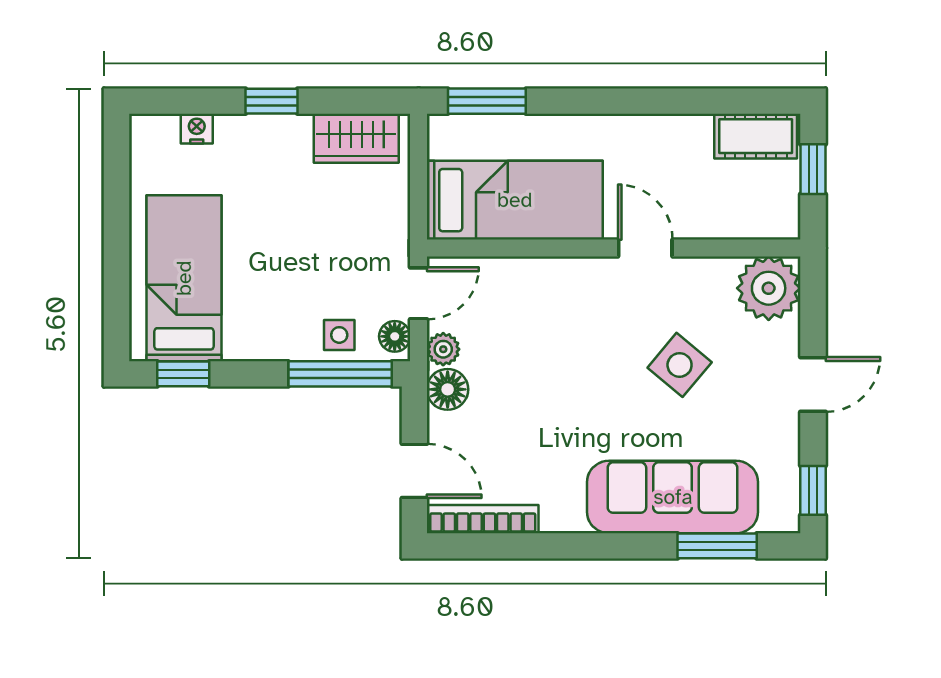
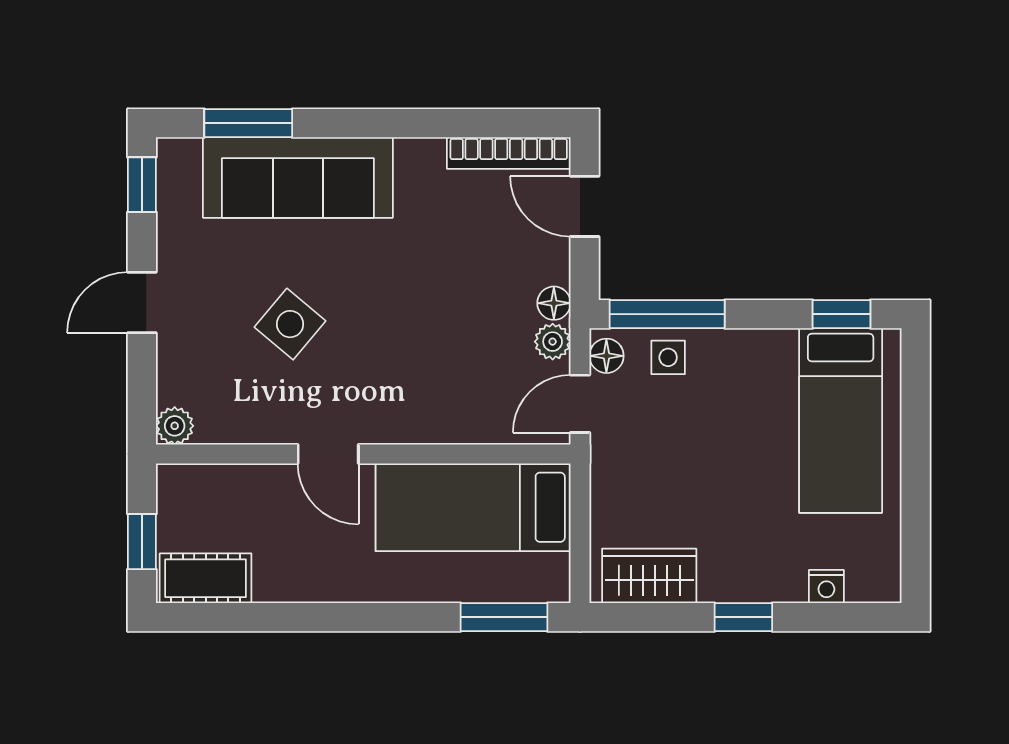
plant: (769, 288) -> (175, 426), width x0.53, depth x0.53
floor lamp: (448, 389) -> (554, 303), width x0.73, depth x0.73

